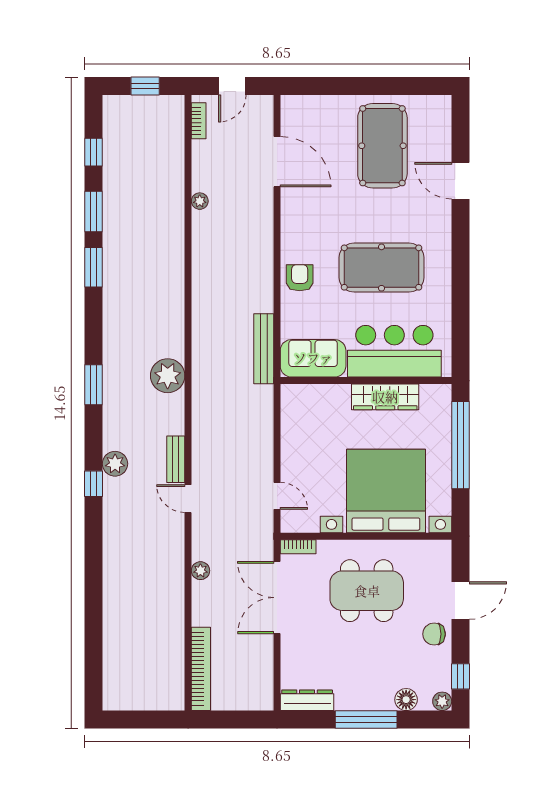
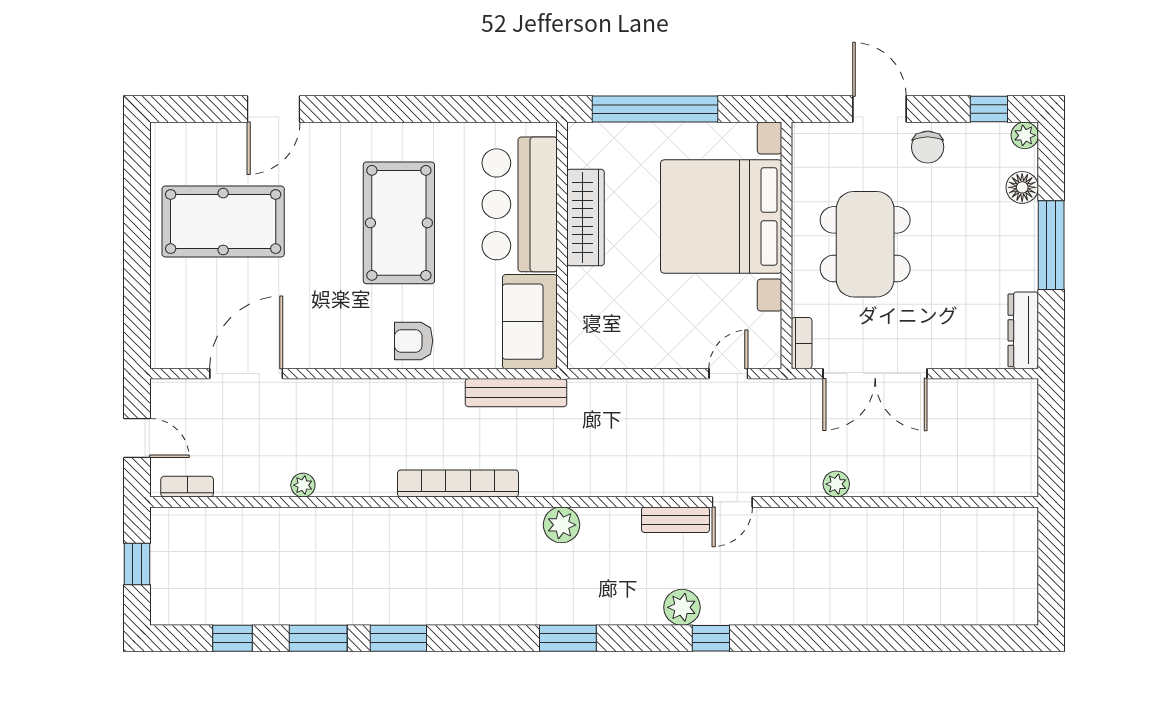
plant: (168, 376) -> (562, 525), width x0.73, depth x0.73
bookcase: (201, 669) -> (458, 483), moved

